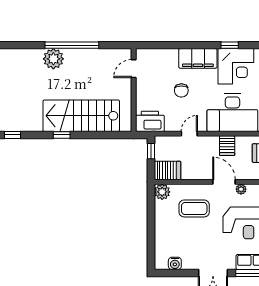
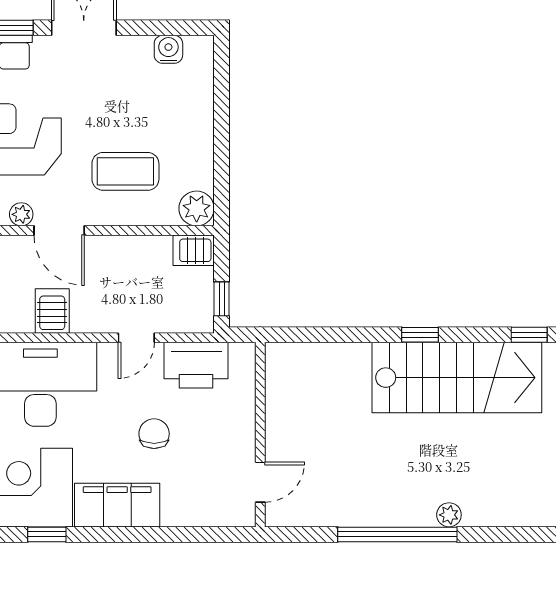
plant: (53, 59) -> (449, 515), width x0.53, depth x0.53
stairs: (81, 116) -> (457, 378), moved
printer: (150, 121) -> (196, 365), moved
server rack: (168, 170) -> (194, 250), width x0.73, depth x0.70

